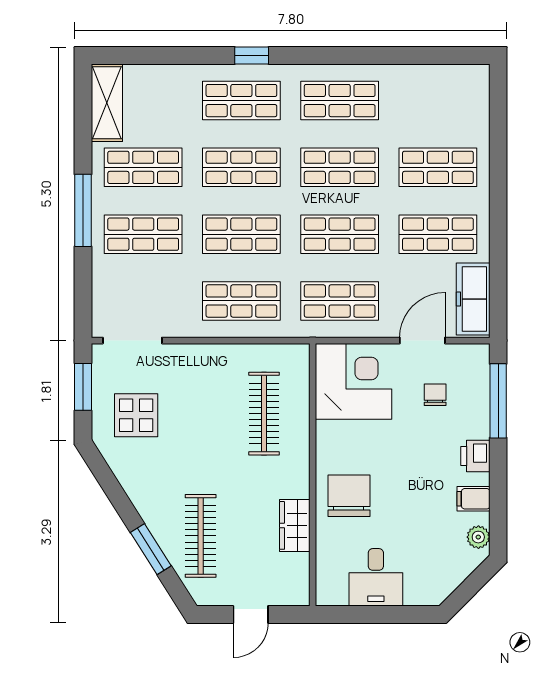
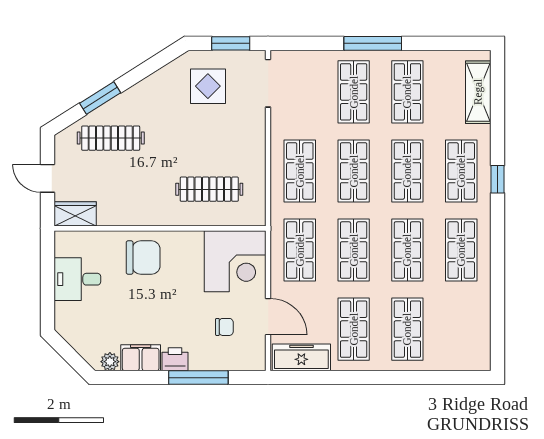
shelving: (107, 103) -> (478, 92), moved, turned 90
window: (498, 401) -> (198, 378), moved
filing cabinet: (473, 499) -> (141, 358), width x2.00
wardrobe: (295, 525) -> (75, 214), moved

